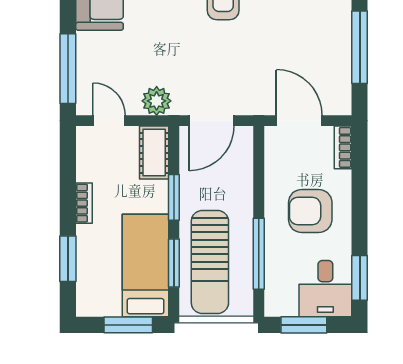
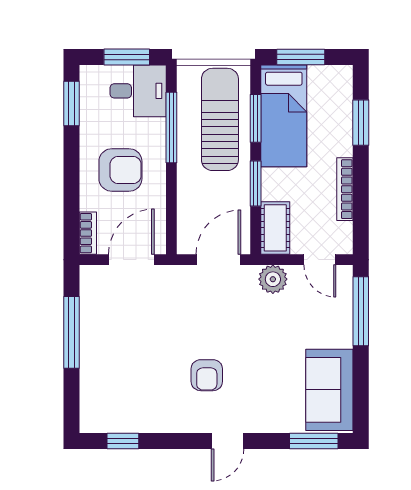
door: (299, 121) -> (131, 260), swing flipped
bookcase: (84, 203) -> (345, 189), width x1.56
desk: (325, 289) -> (138, 91), moved, turned 90

